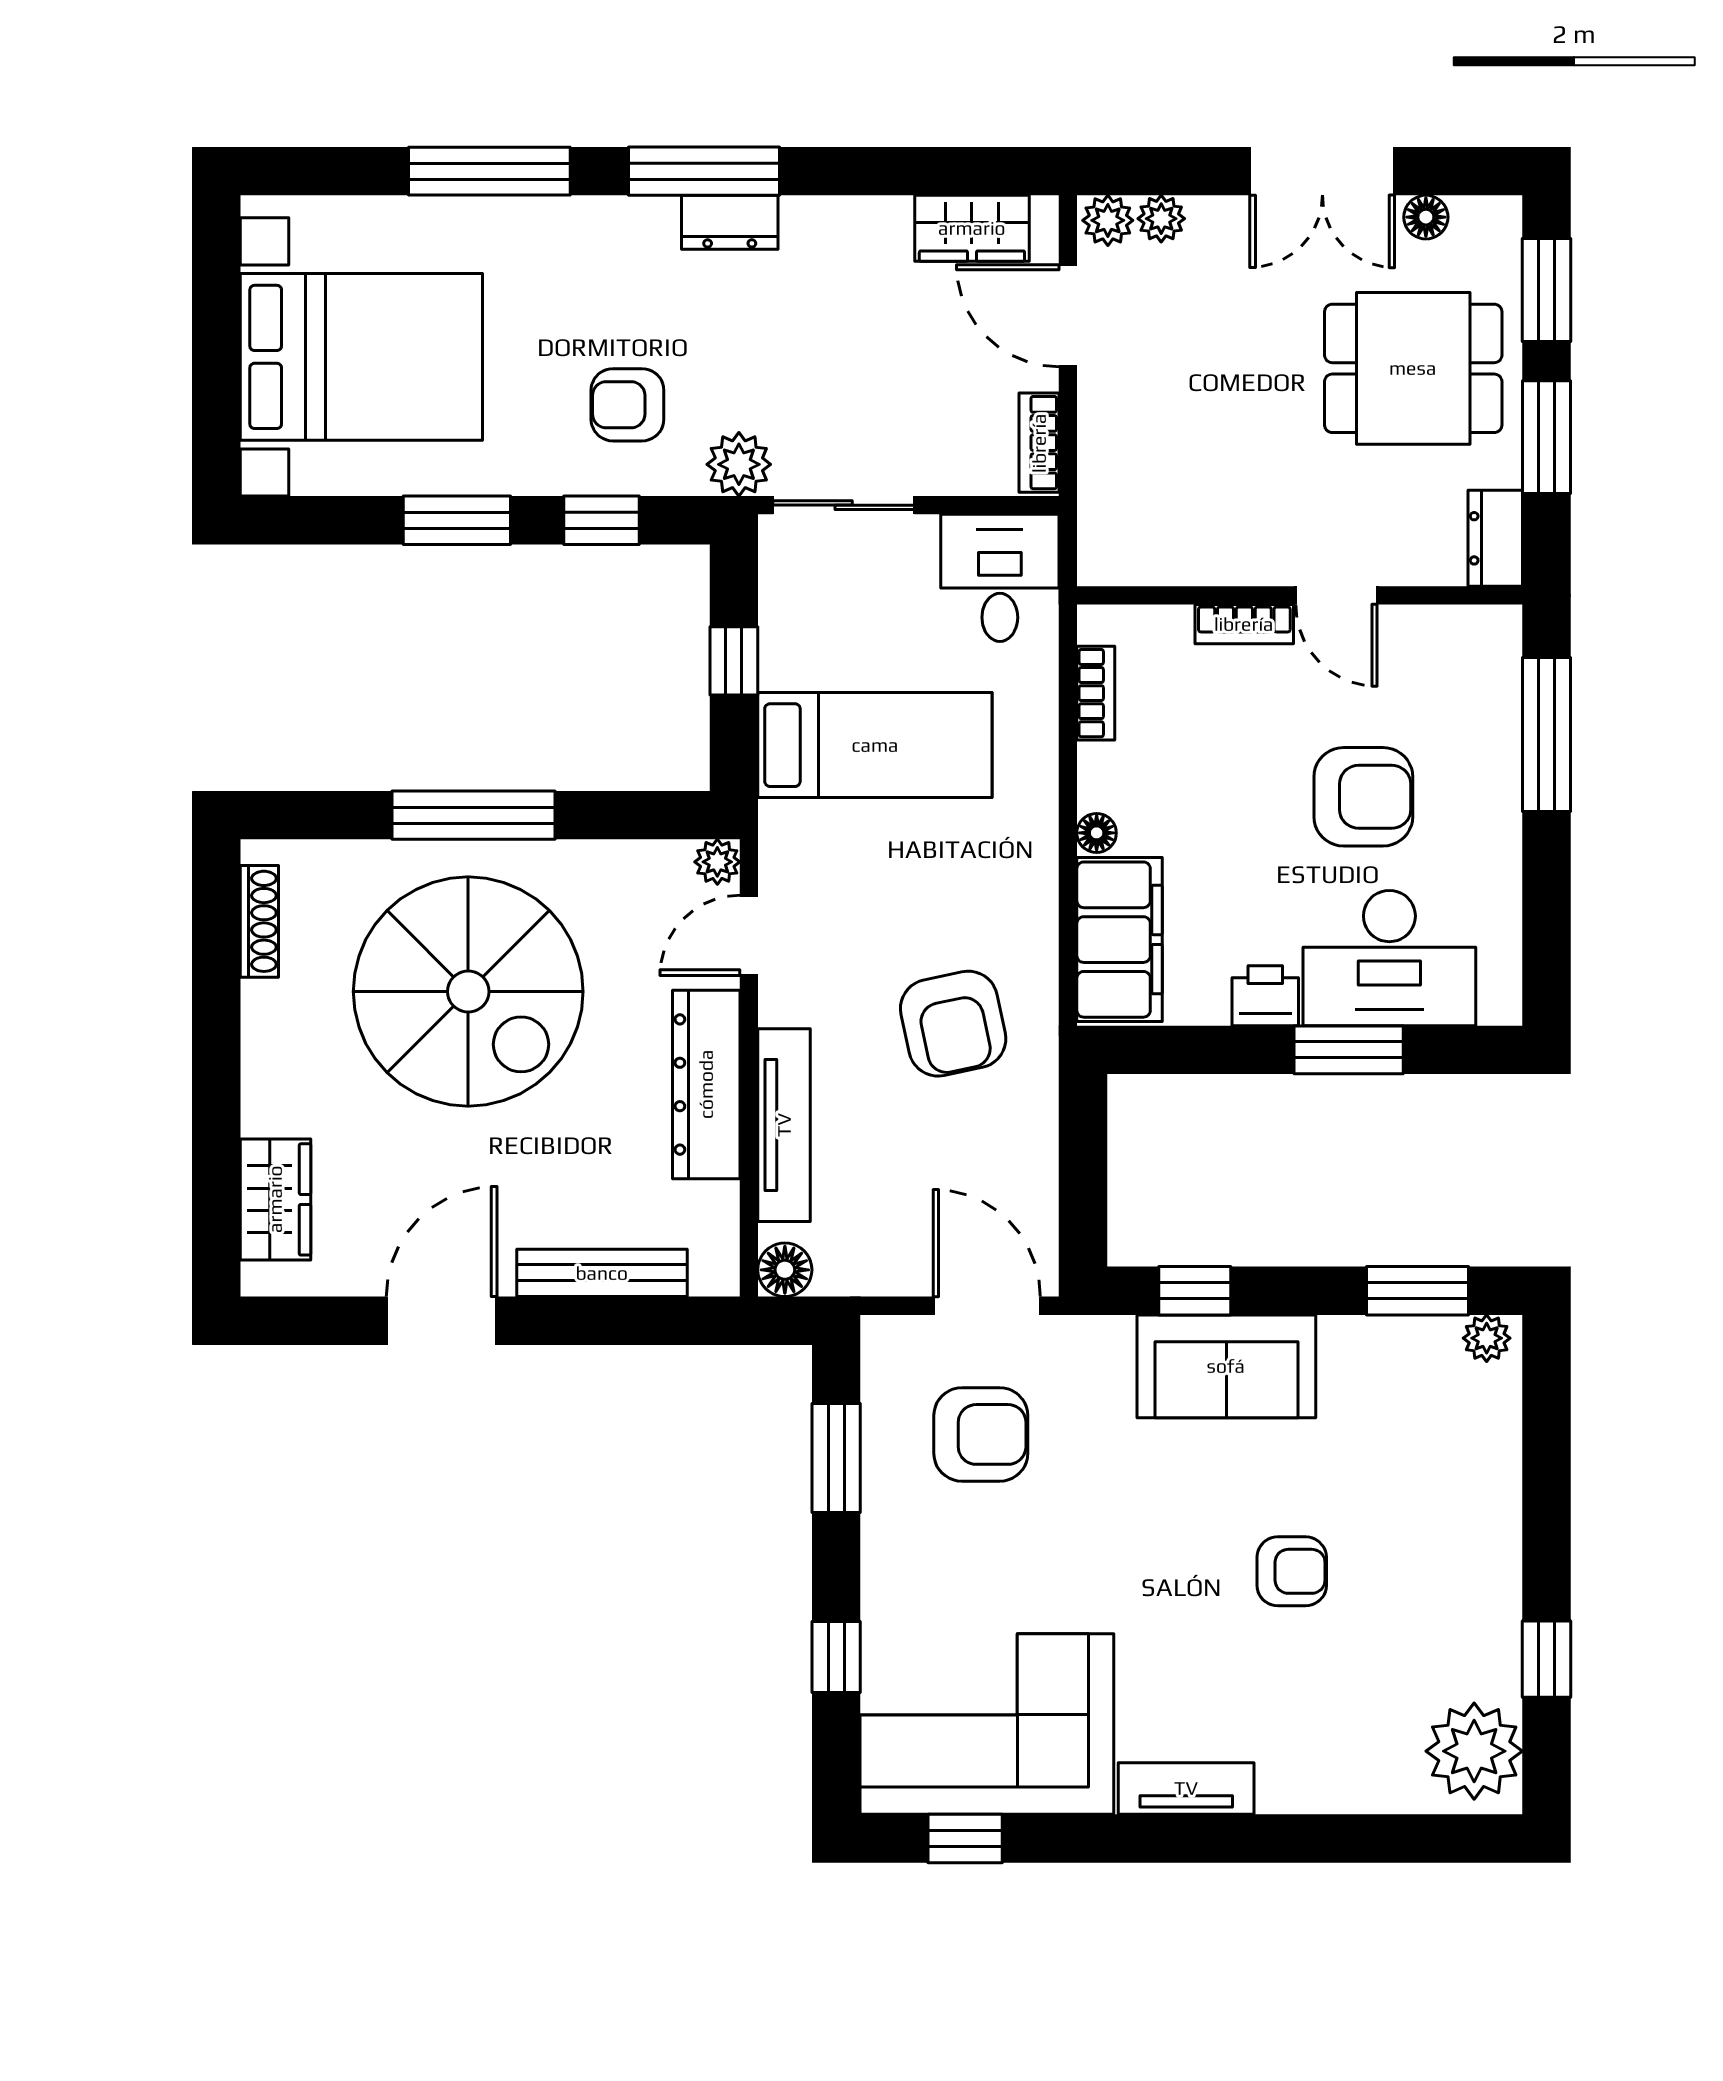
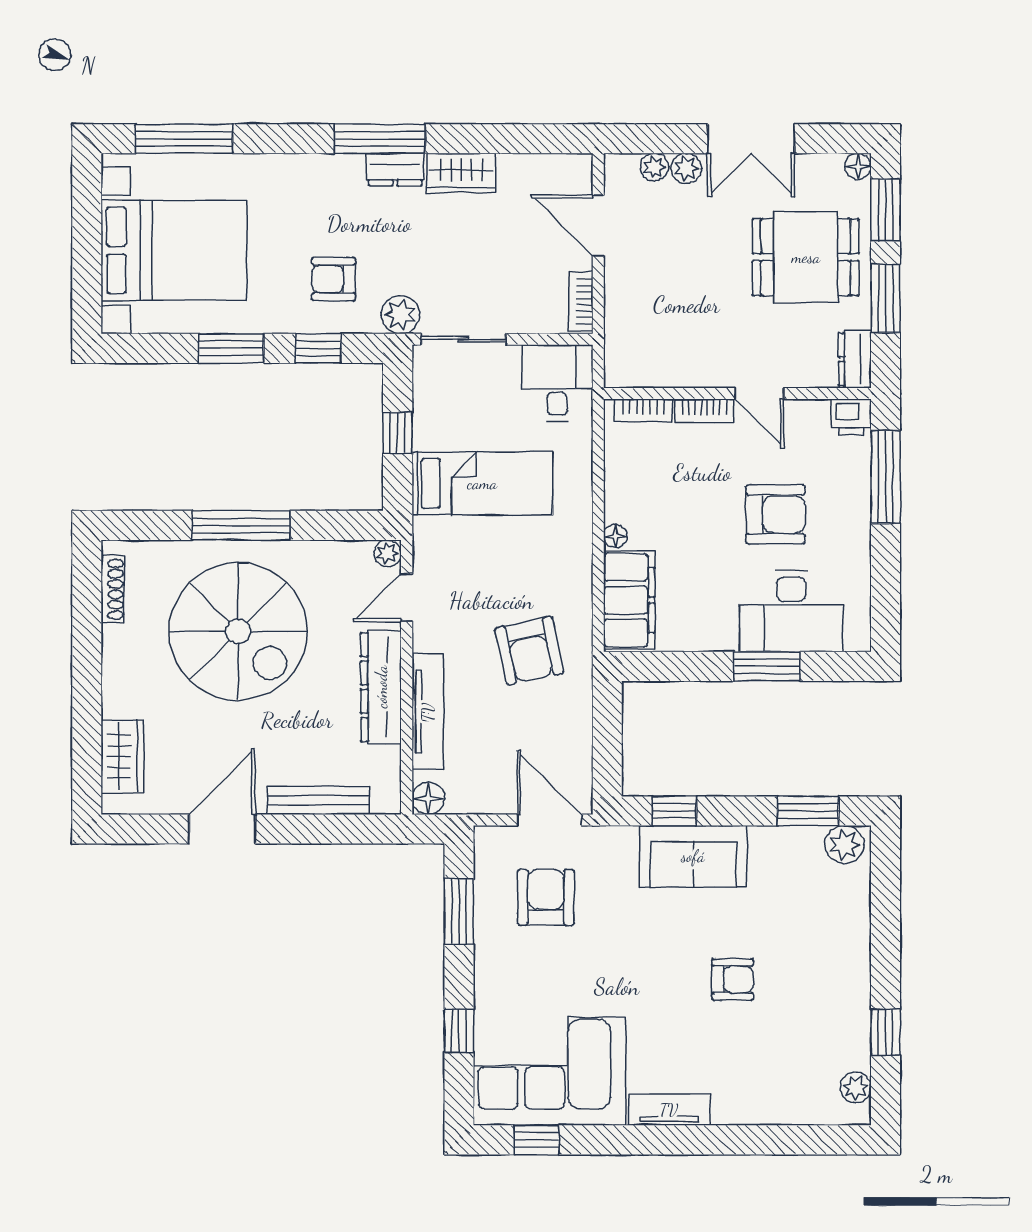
window: (489, 171) -> (184, 139), moved
floor lamp: (1426, 217) -> (858, 166), moved
plant: (1108, 220) -> (686, 168), moved
wardrobe: (972, 228) -> (461, 173), moved
bookcase: (1096, 693) -> (643, 410), moved, turned 90
printer: (1265, 996) -> (851, 417), moved, turned 180
plant: (1487, 1338) -> (844, 845), width x1.38, depth x1.38
armchair: (981, 1434) -> (546, 897), turned -90
plant: (1474, 1751) -> (856, 1087), width x0.53, depth x0.53

